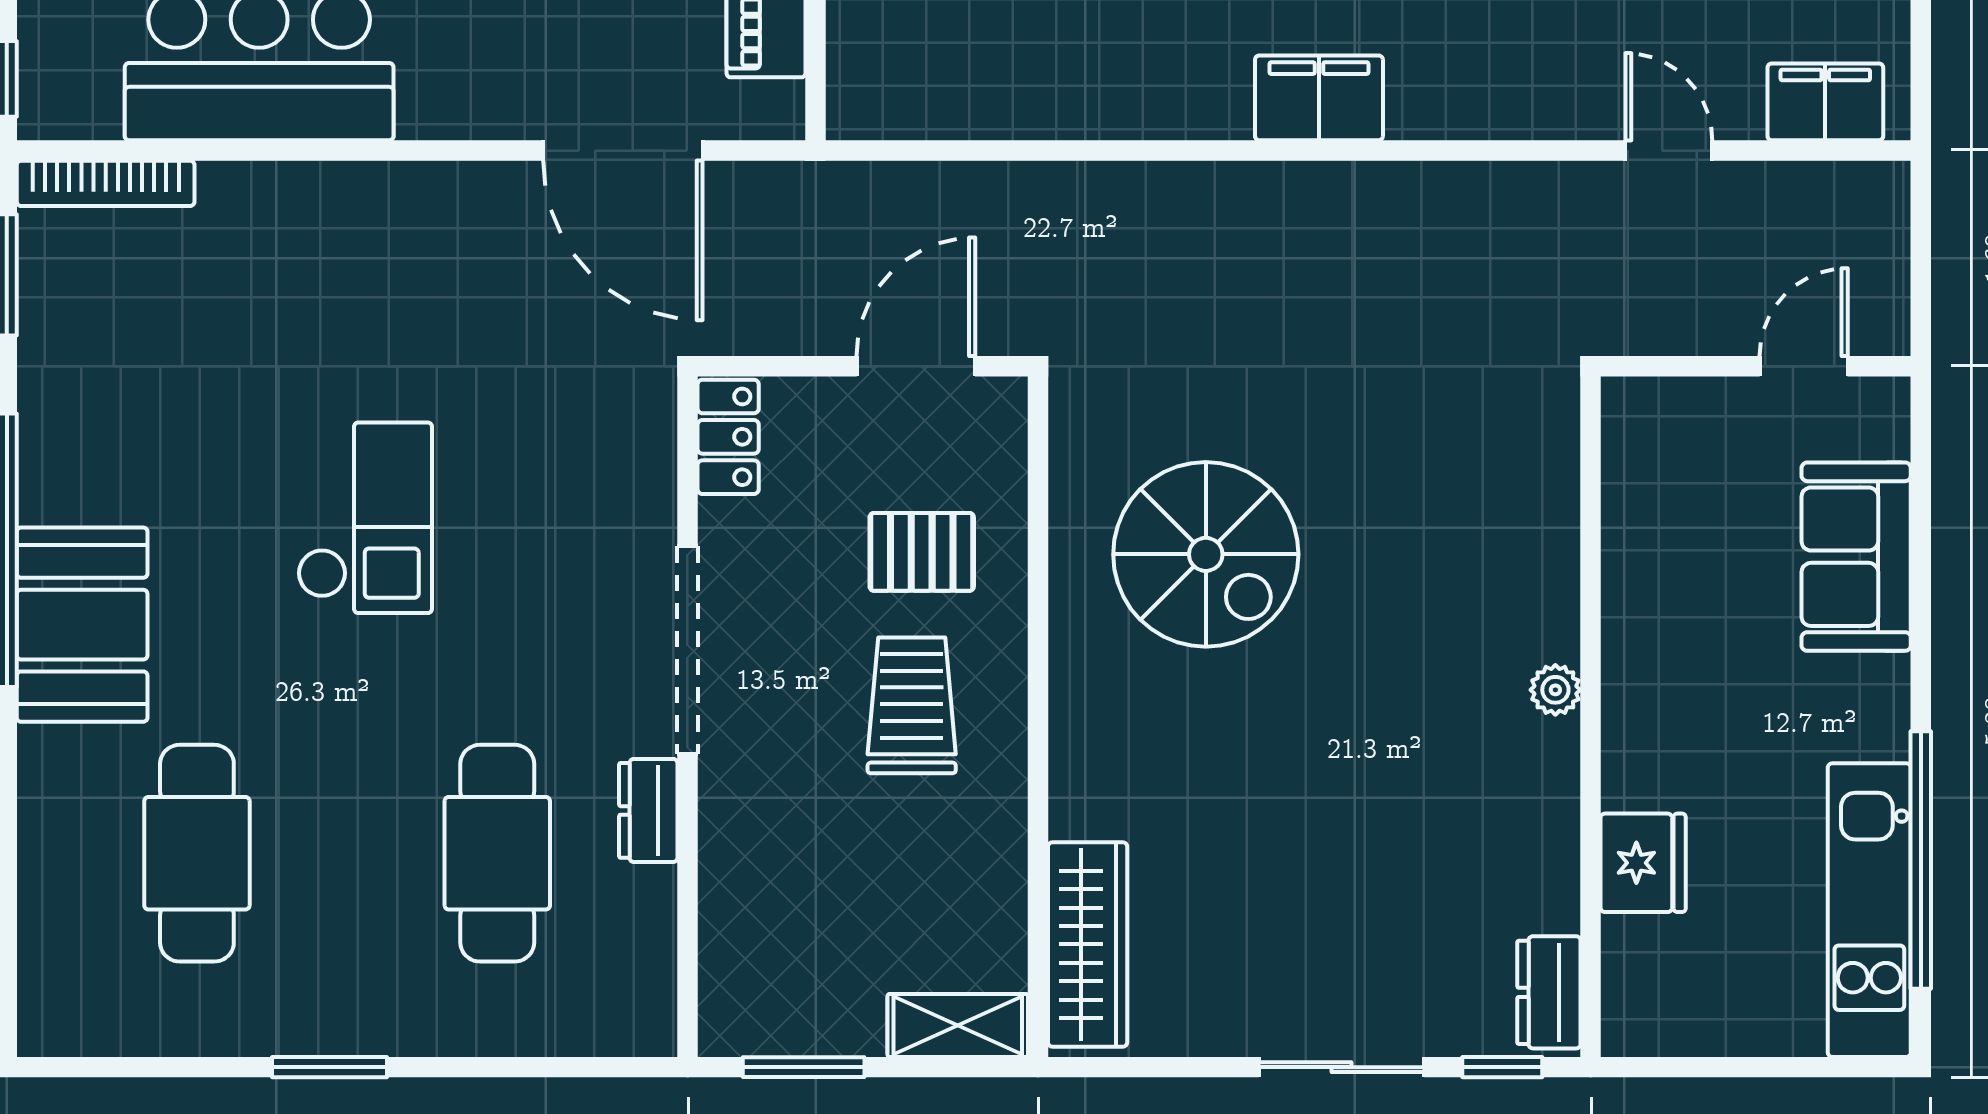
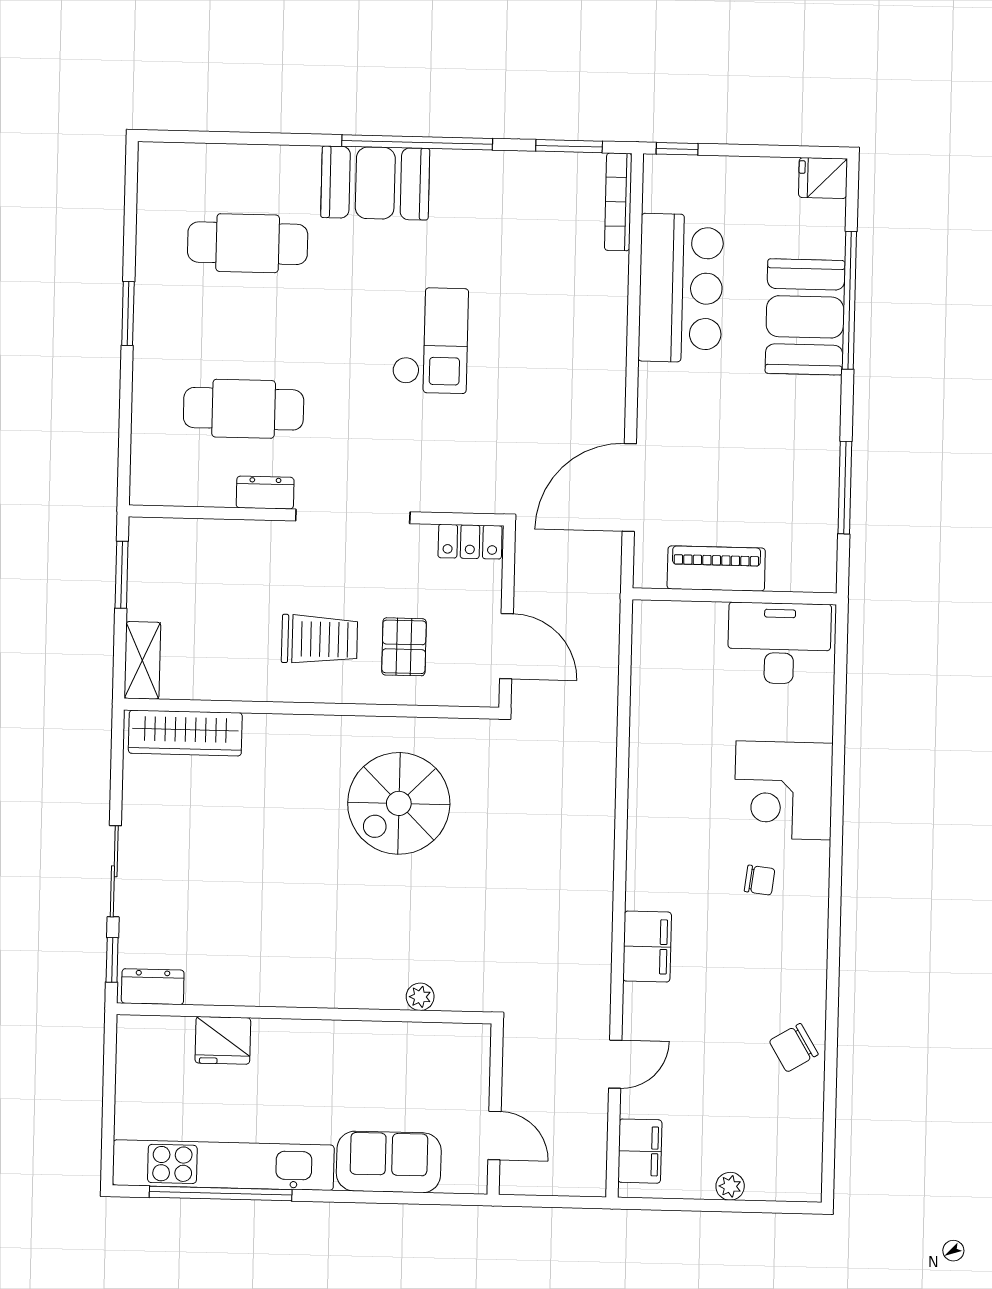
filing cabinet: (1319, 98) -> (647, 947), moved
checkout: (365, 518) -> (430, 340), turned -90
plant: (1555, 690) -> (420, 997), moved
kitchen unit: (1869, 910) -> (223, 1165), width x1.36

